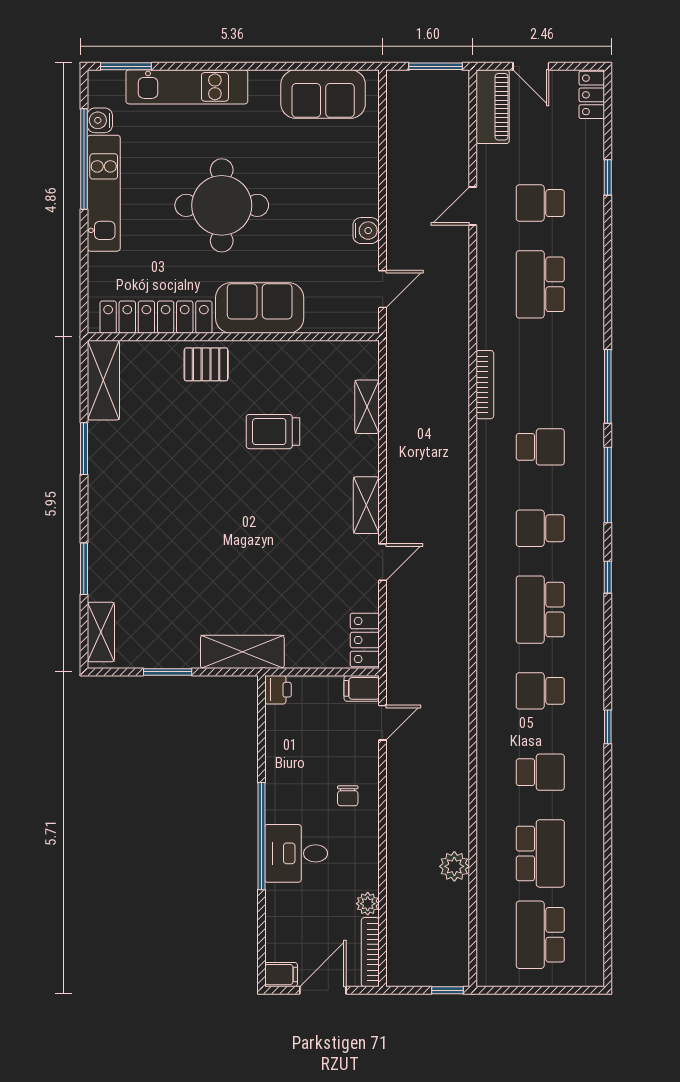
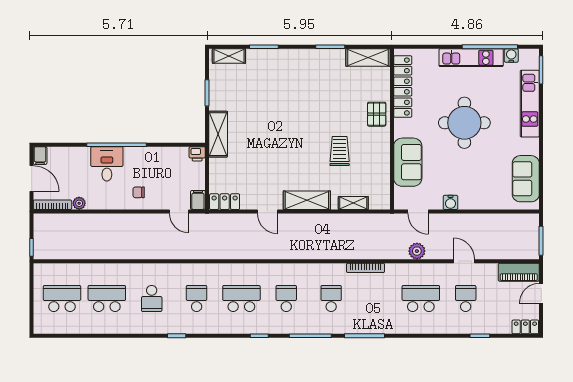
sofa: (260, 308) -> (408, 162), moved
school desk: (540, 447) -> (331, 298), turned 180
shelving: (366, 505) -> (307, 200), width x1.50, depth x1.33
school desk: (540, 853) -> (107, 298), turned 180
plant: (454, 866) -> (417, 251), moved

